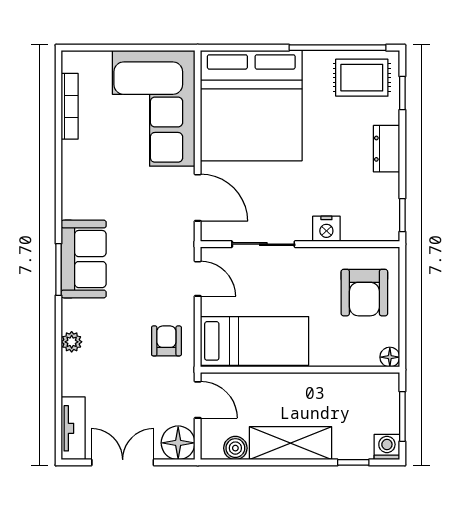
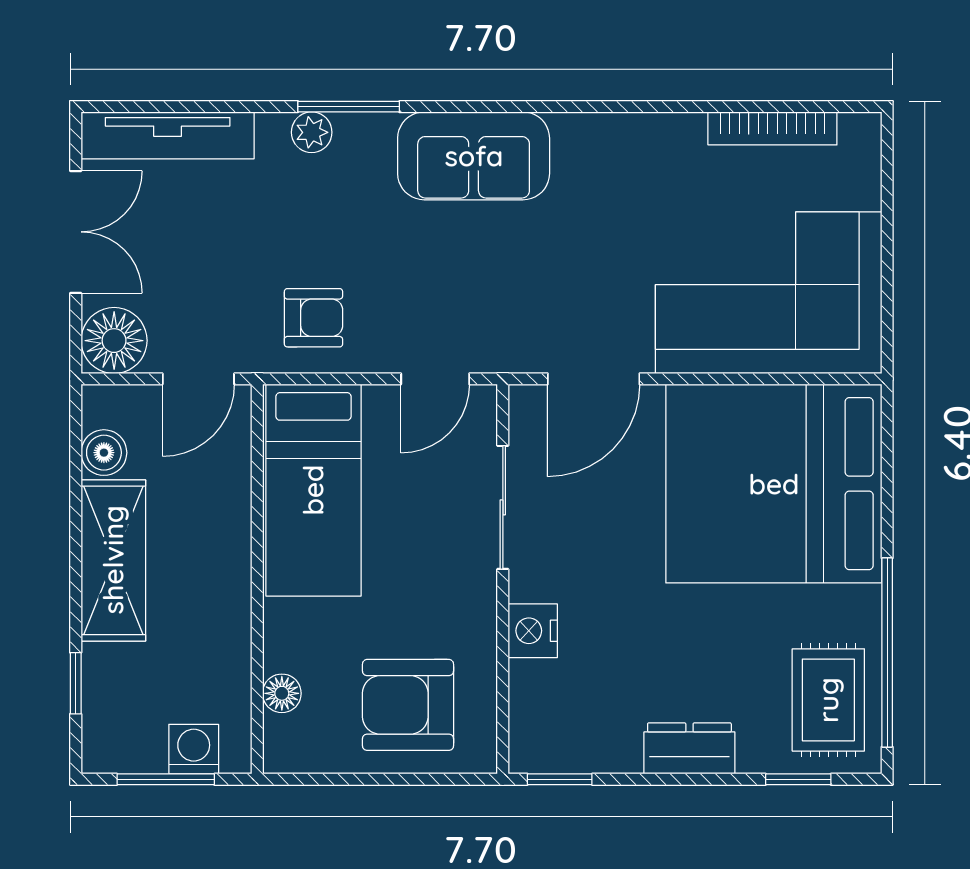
window: (58, 269) -> (349, 107), moved
floor lamp: (390, 357) -> (282, 693), moved
tv unit: (73, 428) -> (168, 135), width x1.41
washing machine: (387, 447) -> (194, 749), moved, turned -90

